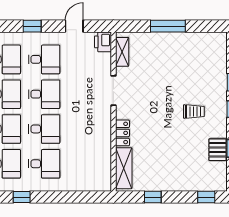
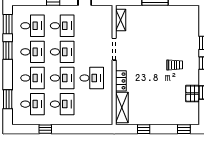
printer: (103, 42) -> (106, 13), removed
desk: (84, 129) -> (92, 78), added

